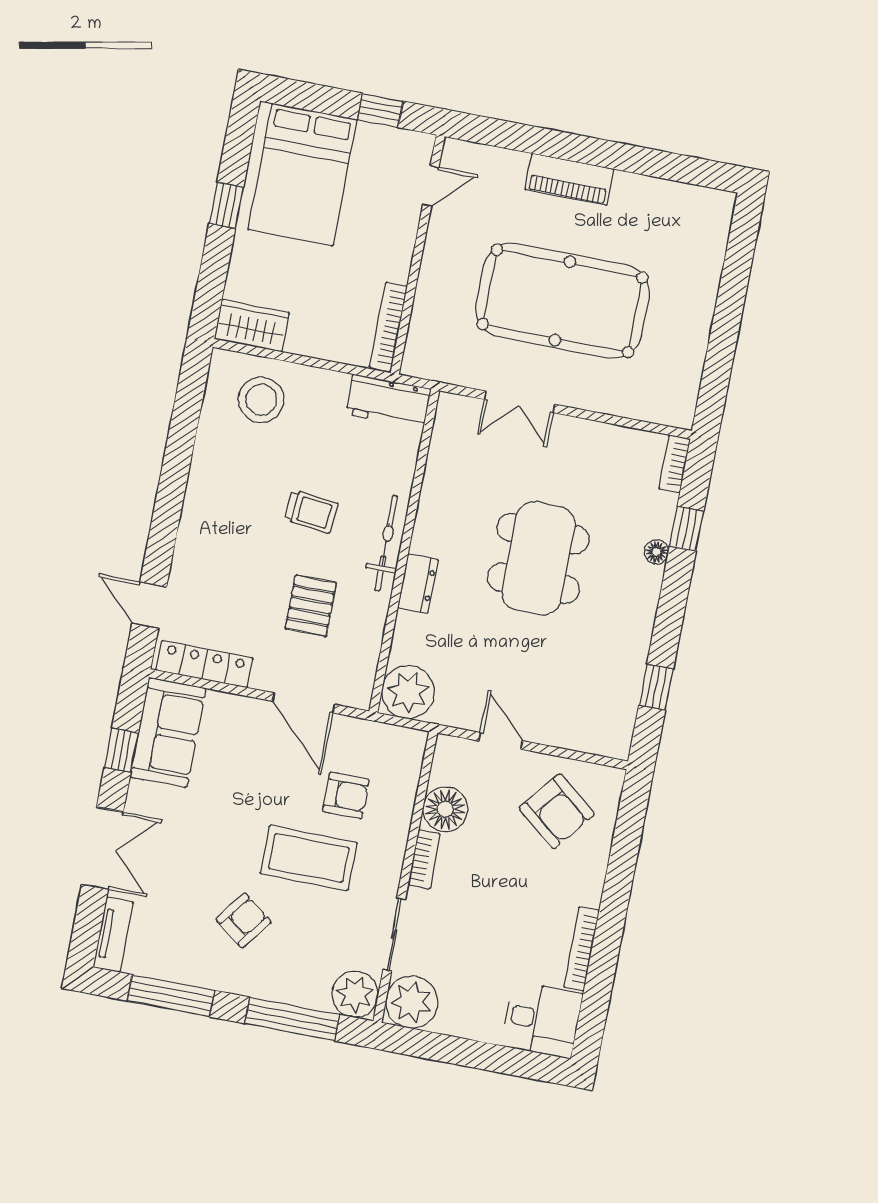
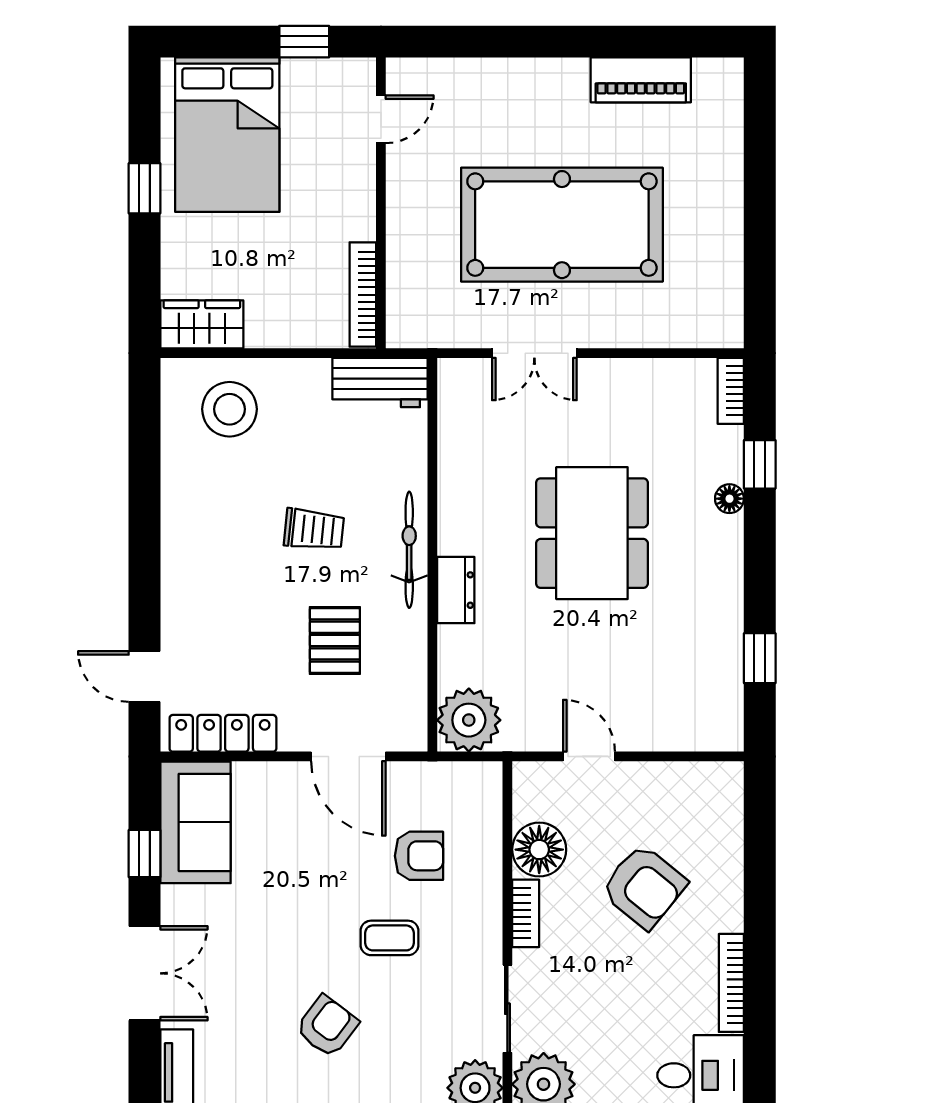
piano: (570, 179) -> (641, 80), moved
armchair: (557, 811) -> (644, 887), moved
coffee table: (309, 858) -> (390, 938), width x0.54, depth x0.58

